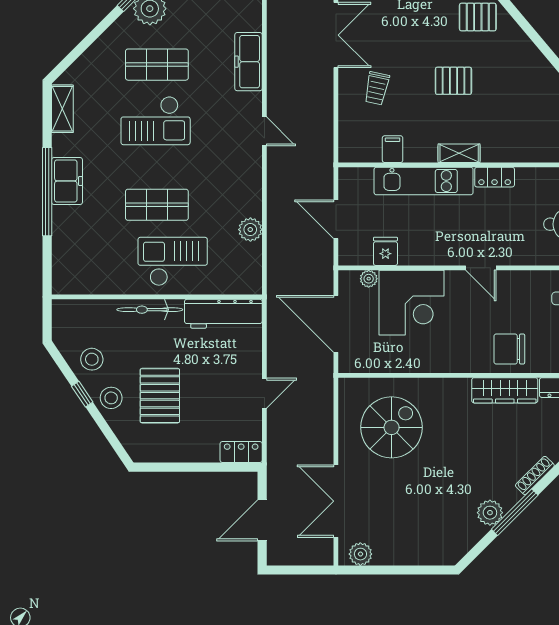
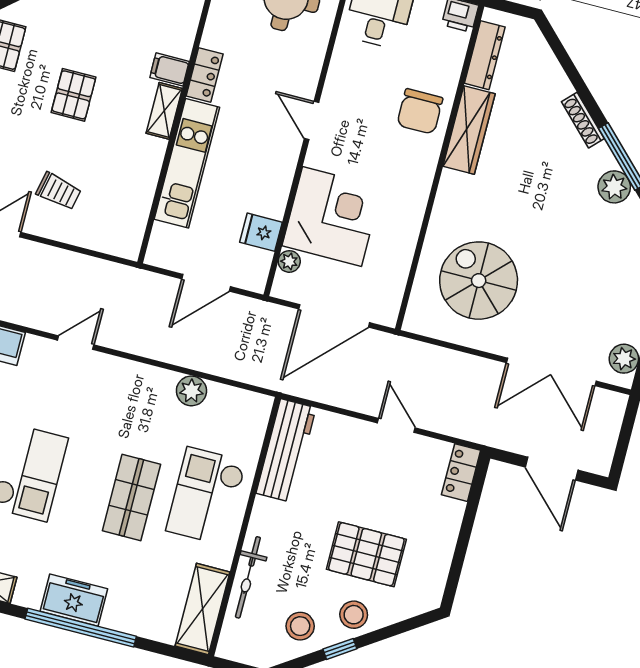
filing cabinet: (393, 149) -> (170, 69), moved
door: (481, 268) -> (311, 120), swing flipped
shelving: (86, 281) -> (203, 609), added
bicycle: (150, 310) -> (248, 577), moved

